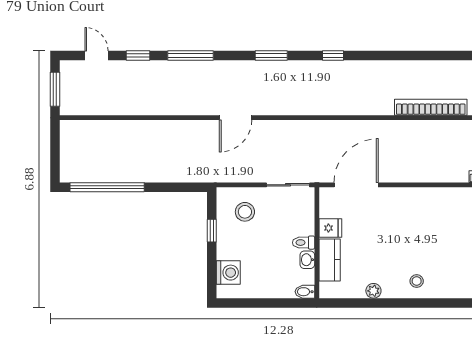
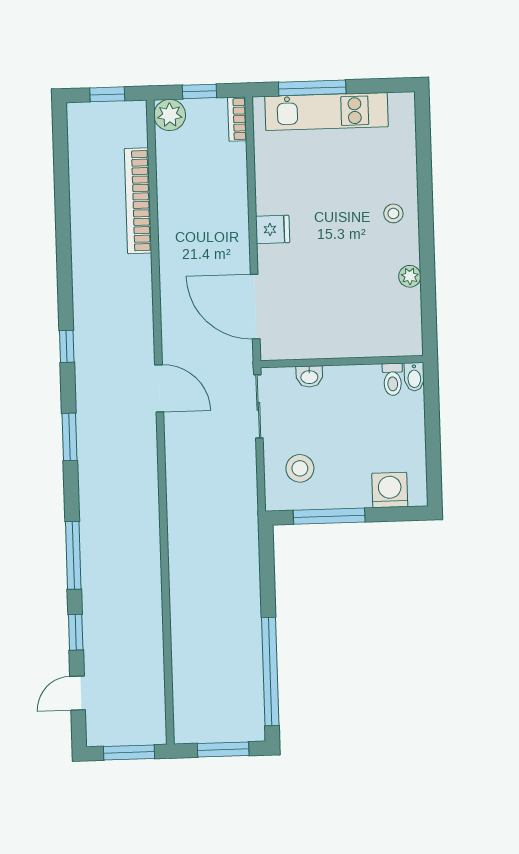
door: (236, 118) -> (159, 388), moved
window: (55, 154) -> (223, 750), added
fridge: (330, 228) -> (273, 229), moved, turned 90
window: (212, 231) -> (329, 516), width x2.17
toilet: (304, 243) -> (393, 379), moved
washbasin: (307, 260) -> (309, 376), moved
kitchen counter: (330, 260) -> (367, 342), removed

